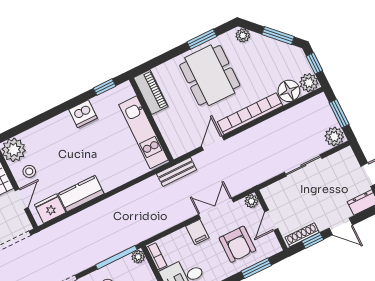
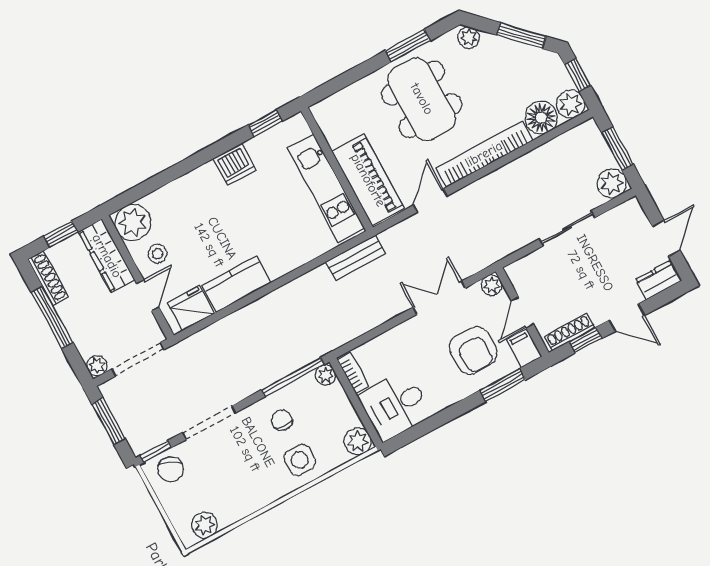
piano: (151, 92) -> (368, 180), moved, width x1.37, depth x1.33
bench: (177, 172) -> (355, 258), moved
filing cabinet: (197, 232) -> (524, 348), moved, turned 180

